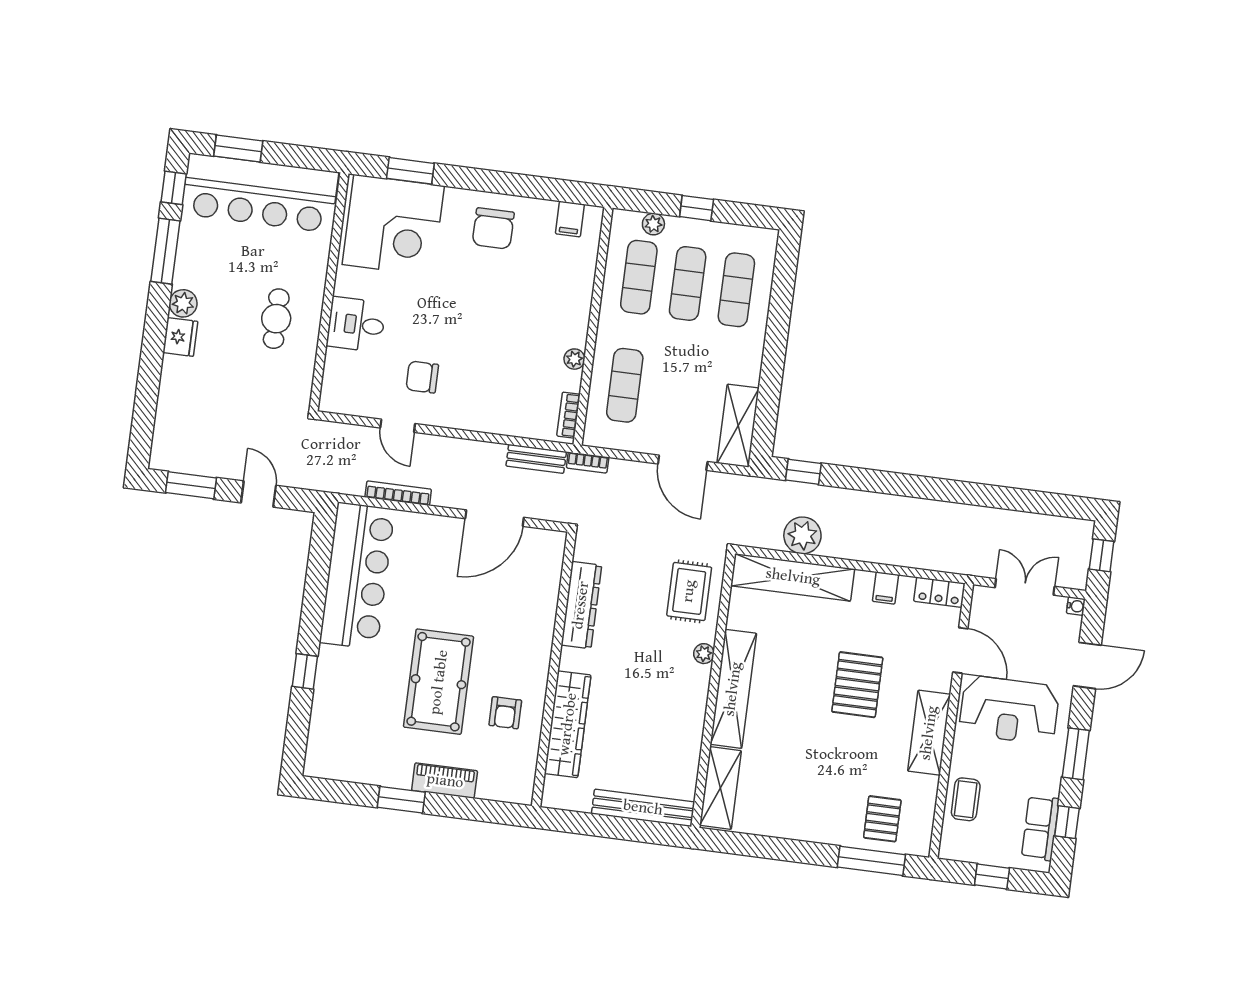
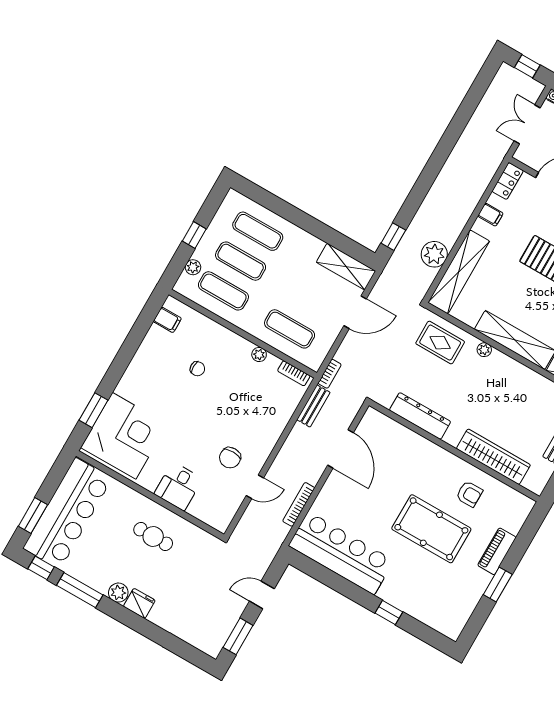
chair: (493, 228) -> (197, 369), moved, width x0.54, depth x0.54

